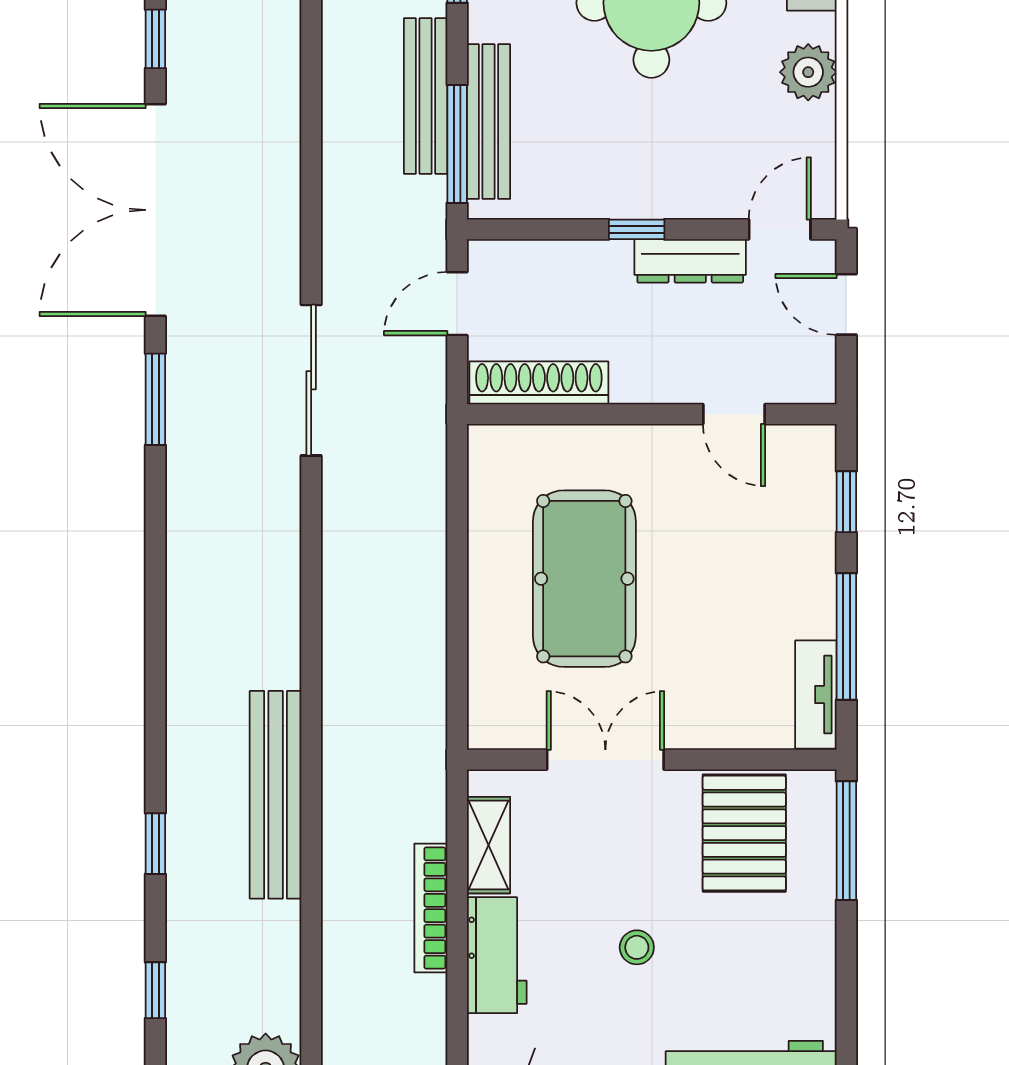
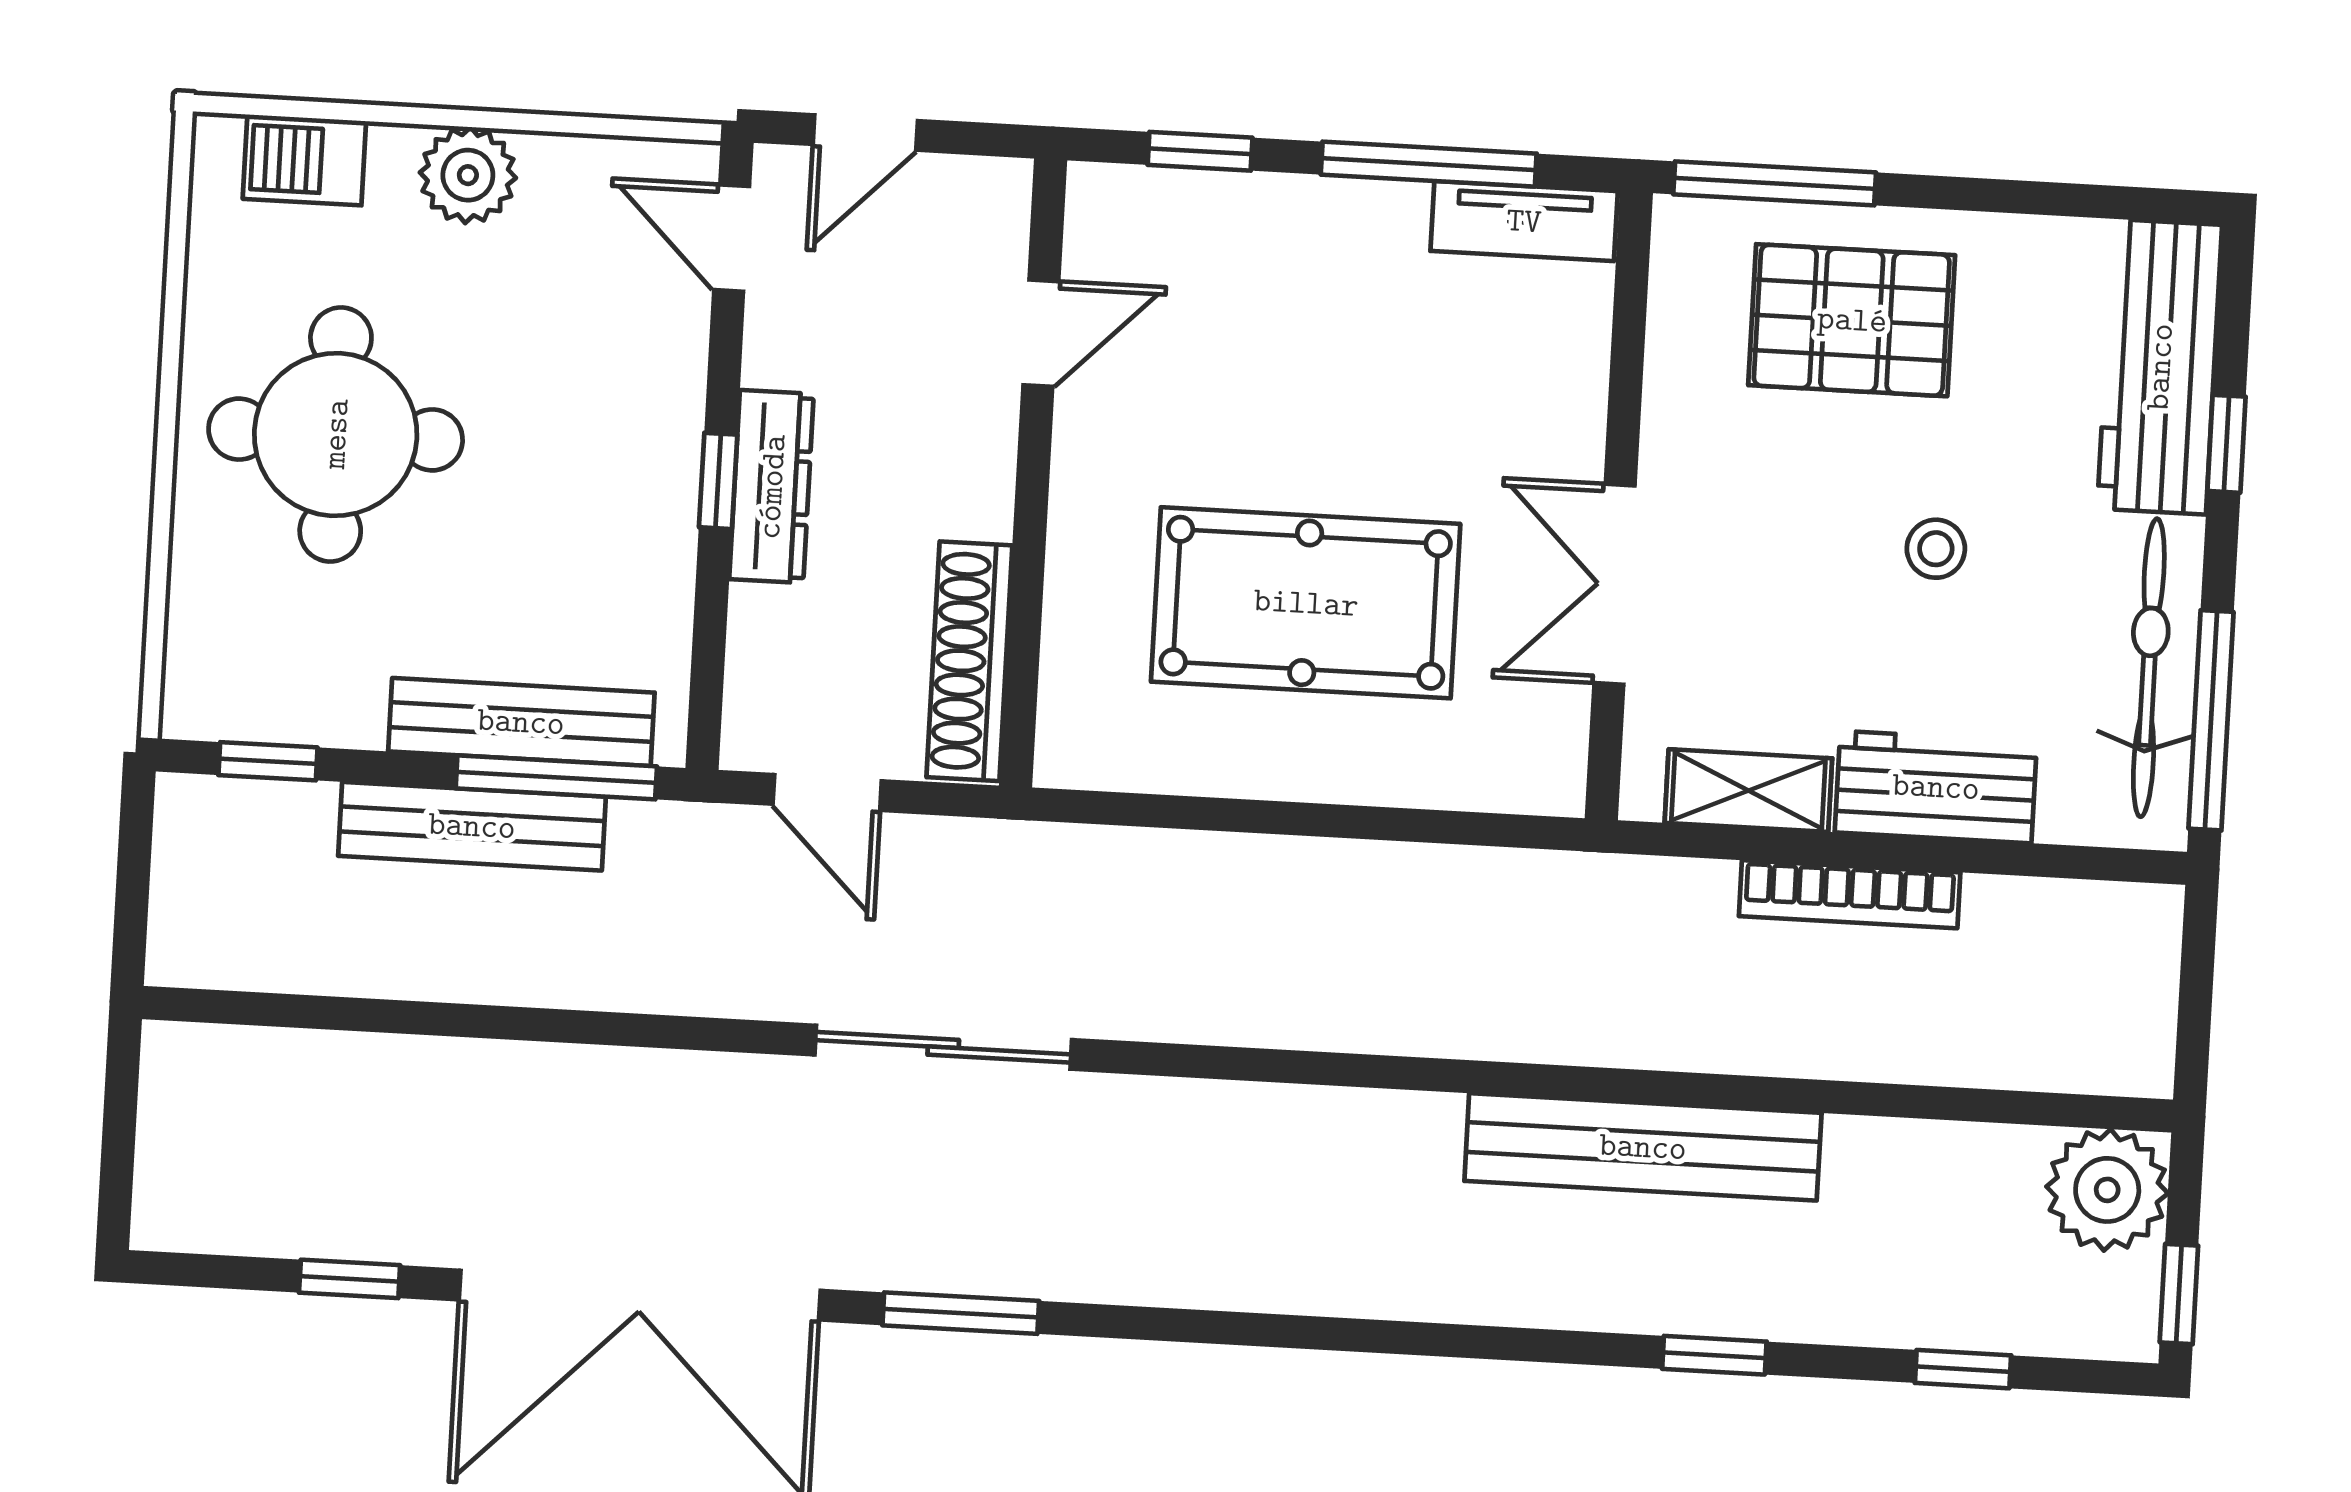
dresser: (690, 261) -> (772, 487), moved
pallet: (744, 833) -> (1852, 320), moved

